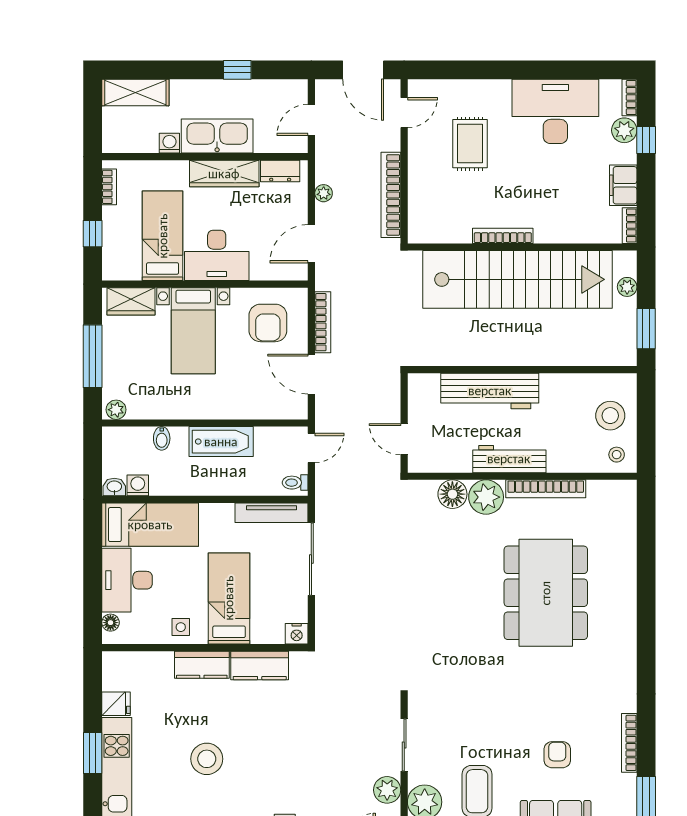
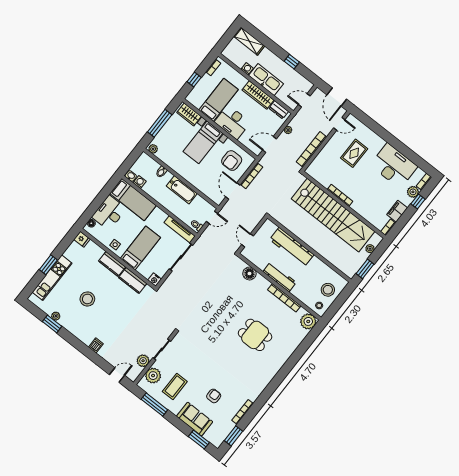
plant: (486, 497) -> (308, 321), moved
dining table: (546, 593) -> (255, 335), width x0.53, depth x0.80
fridge: (116, 704) -> (82, 239), moved

